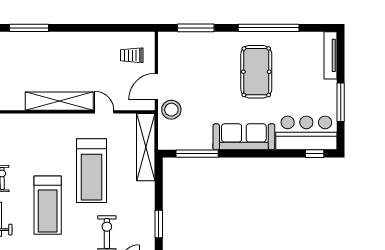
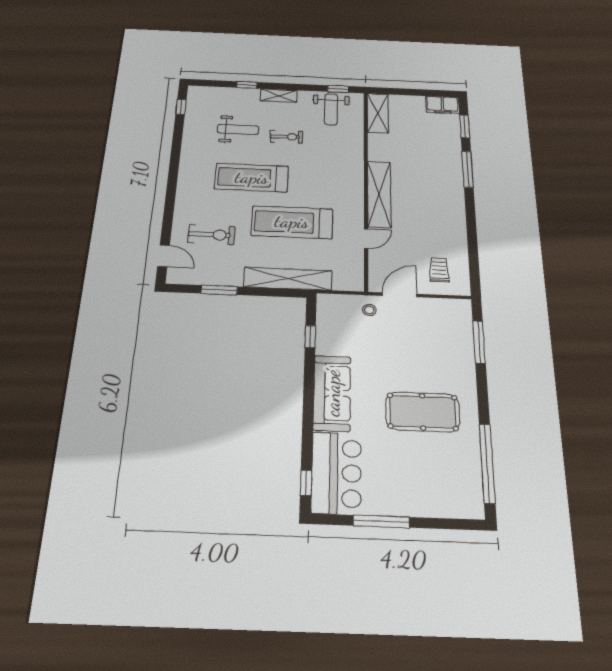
window: (269, 28) -> (487, 463), moved
tv unit: (330, 55) -> (450, 510), removed
door: (156, 86) -> (400, 295), hinge flipped
stool: (171, 110) -> (369, 310), width x0.53, depth x0.53
shelving: (146, 147) -> (288, 279), moved
window: (197, 154) -> (310, 337), width x0.46

